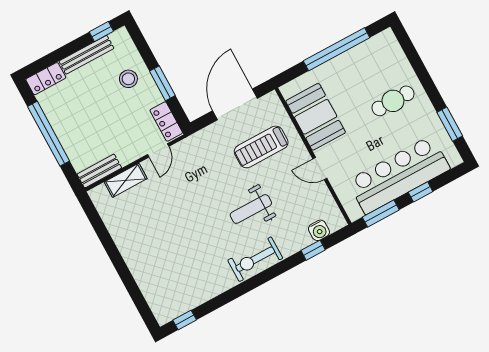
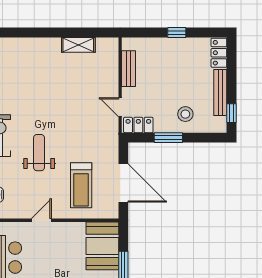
booth: (316, 117) -> (102, 246), moved, turned 90
window: (49, 134) -> (177, 33), width x0.32
treadmill: (261, 147) -> (81, 185), turned 180
bench: (99, 171) -> (129, 69), moved
shelving: (126, 180) -> (78, 45), moved, turned 90

